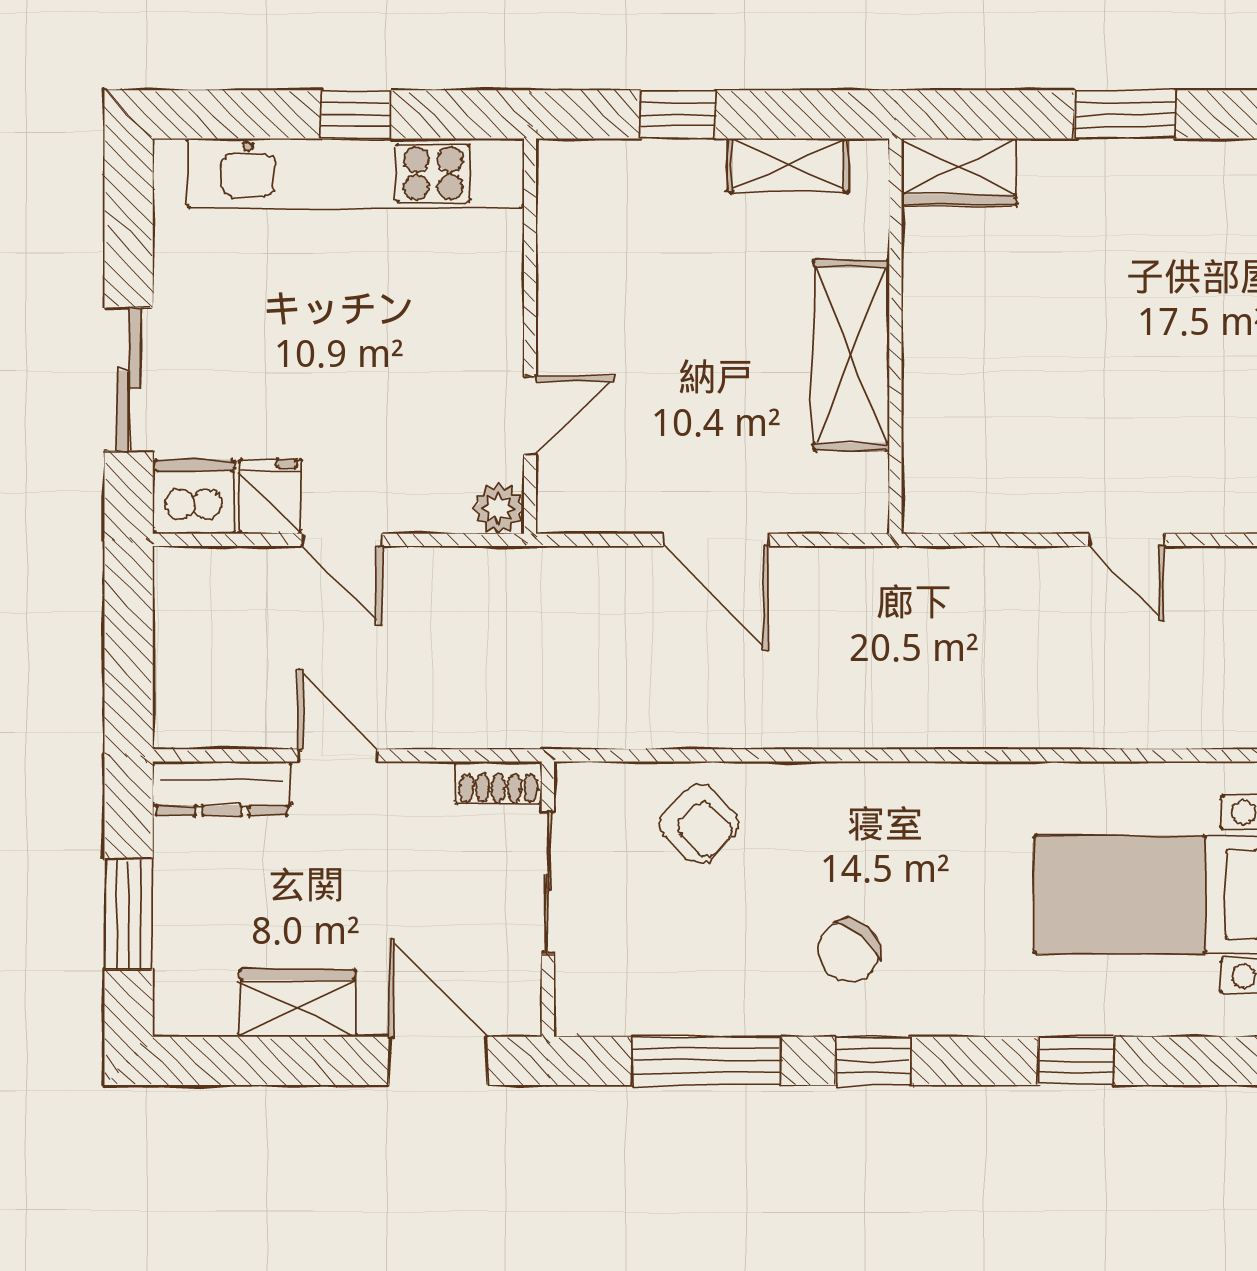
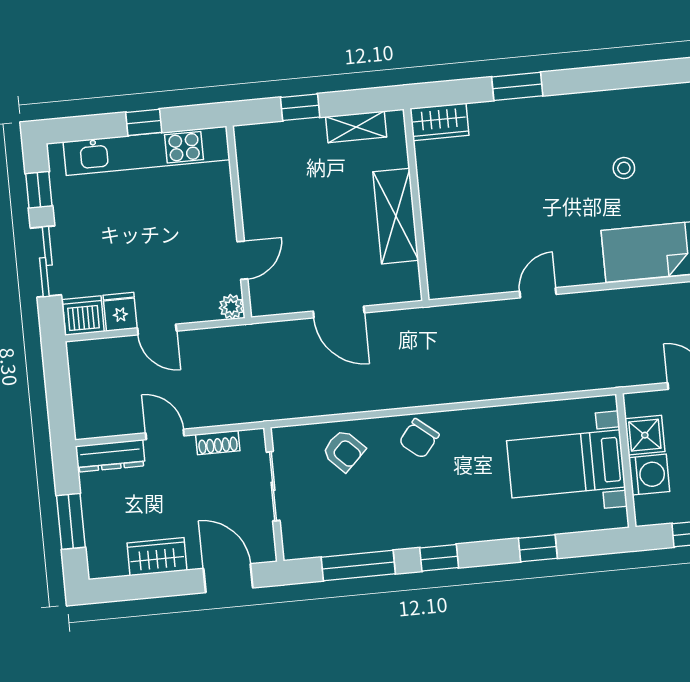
window: (129, 231) -> (39, 190), added
door: (1126, 540) -> (538, 293), swing flipped
shoe rack: (498, 783) -> (218, 443), moved
chair: (849, 951) -> (419, 438), moved

